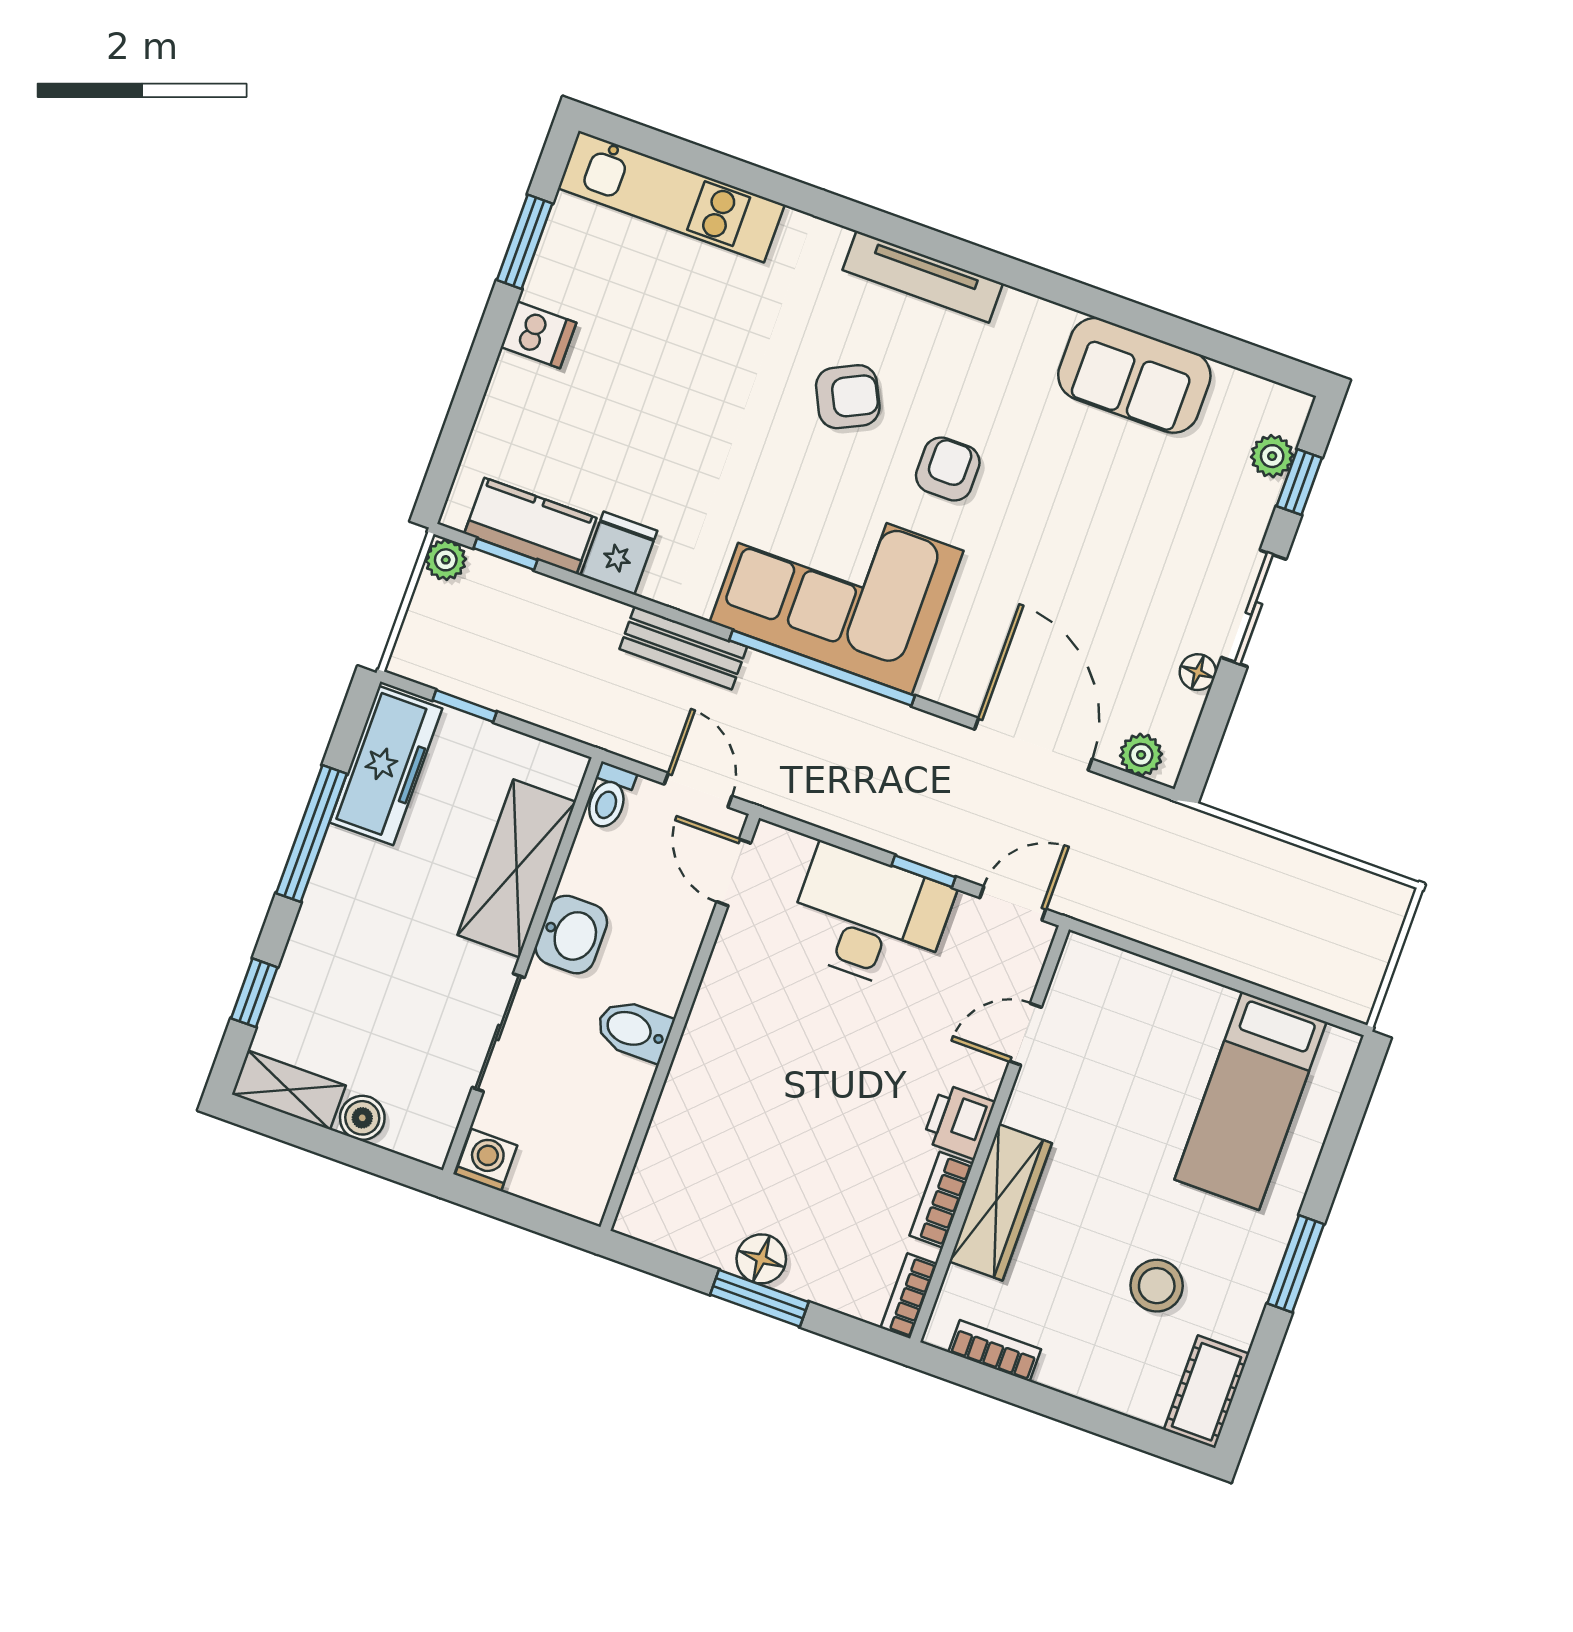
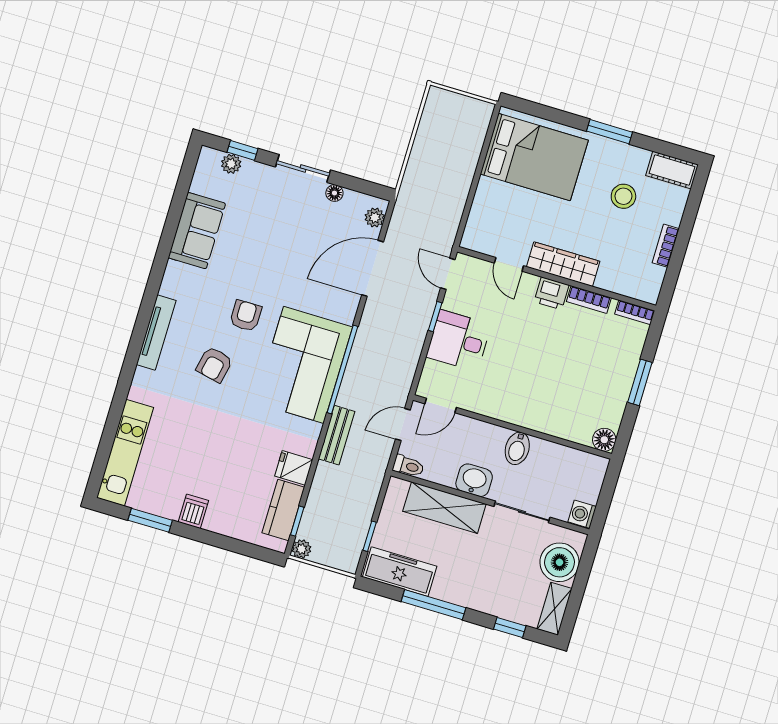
armchair: (848, 397) -> (214, 365), turned -142
armchair: (948, 469) -> (246, 316), turned 90
desk: (869, 919) -> (459, 341), width x0.73
bed: (1250, 1101) -> (534, 157), width x1.50
boiler: (362, 1118) -> (560, 562), width x1.86, depth x1.86
wardrobe: (1001, 1202) -> (563, 264), moved
floor lamp: (761, 1259) -> (604, 440), moved
bookcase: (995, 1351) -> (666, 246), moved

